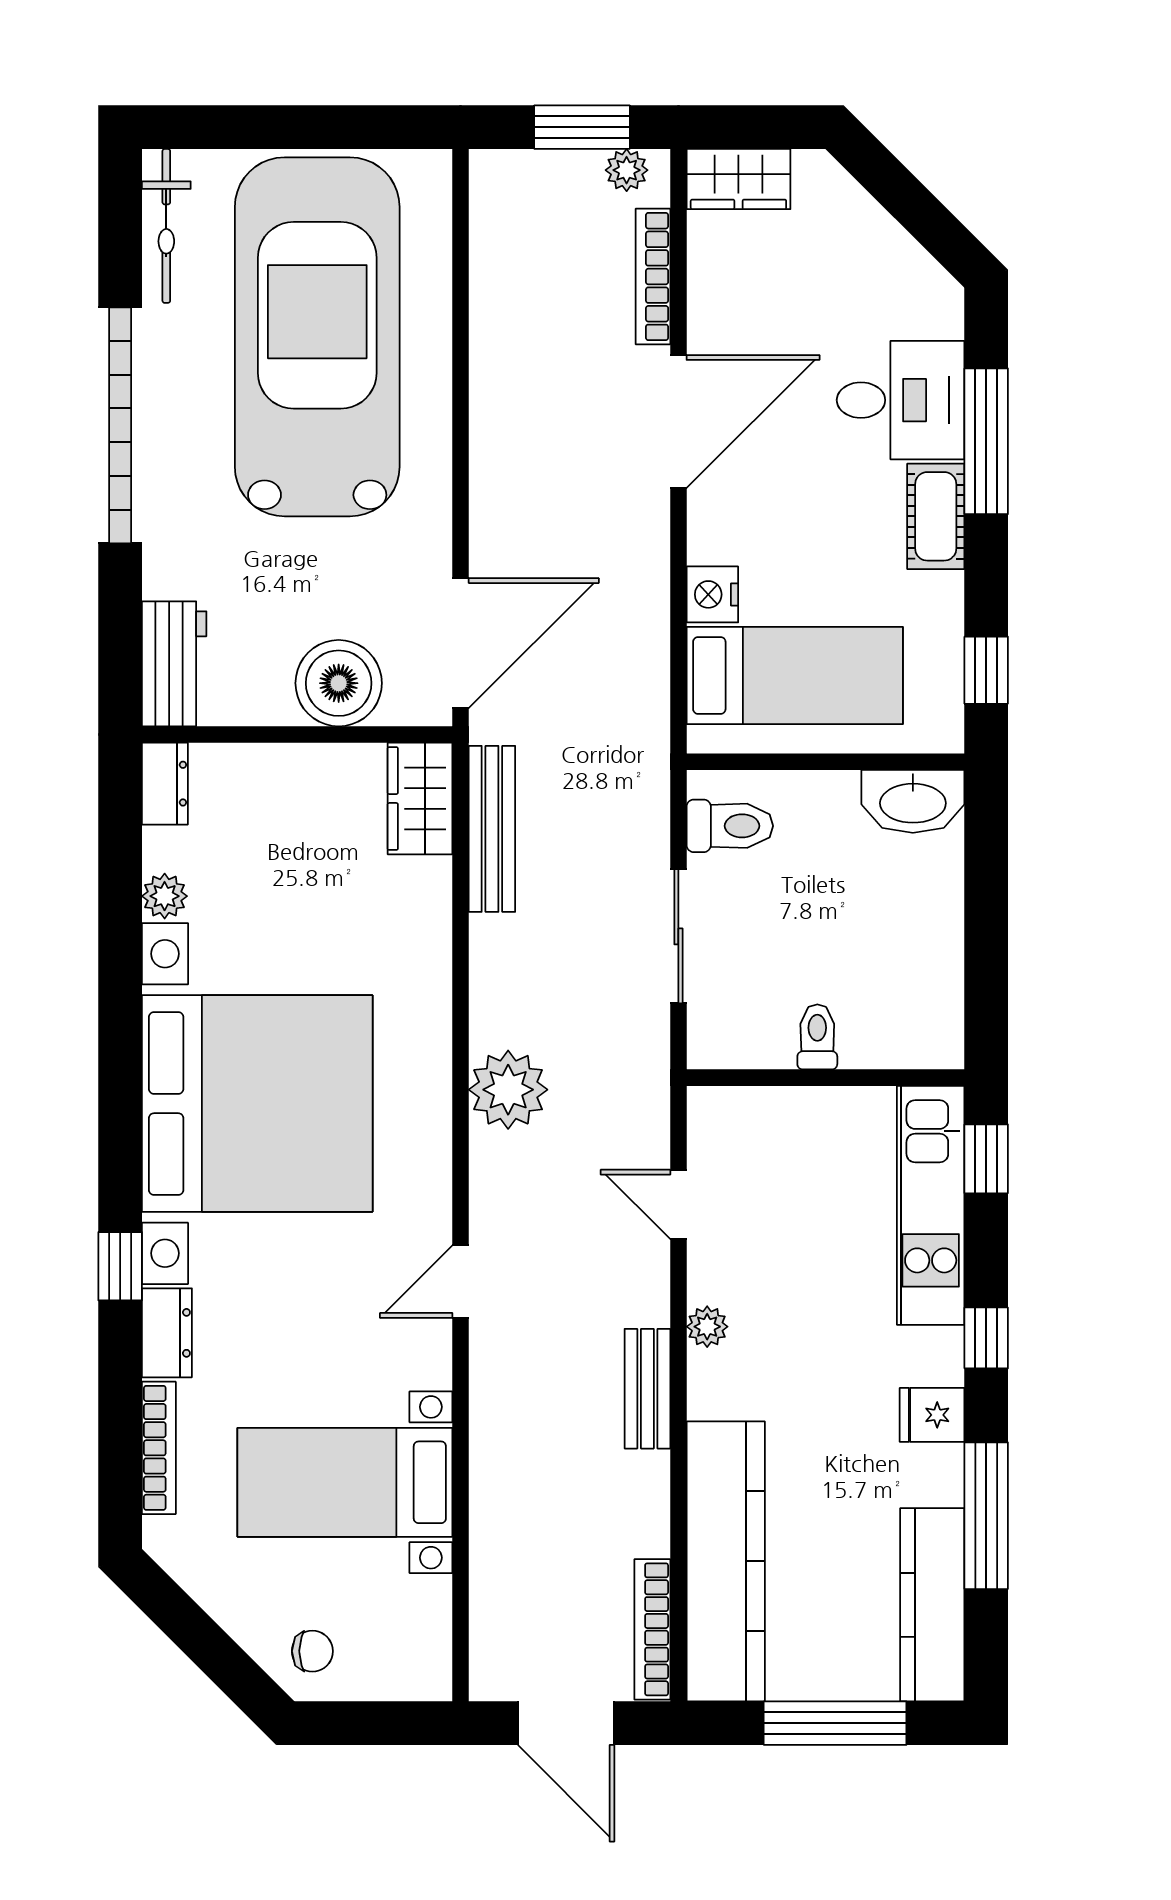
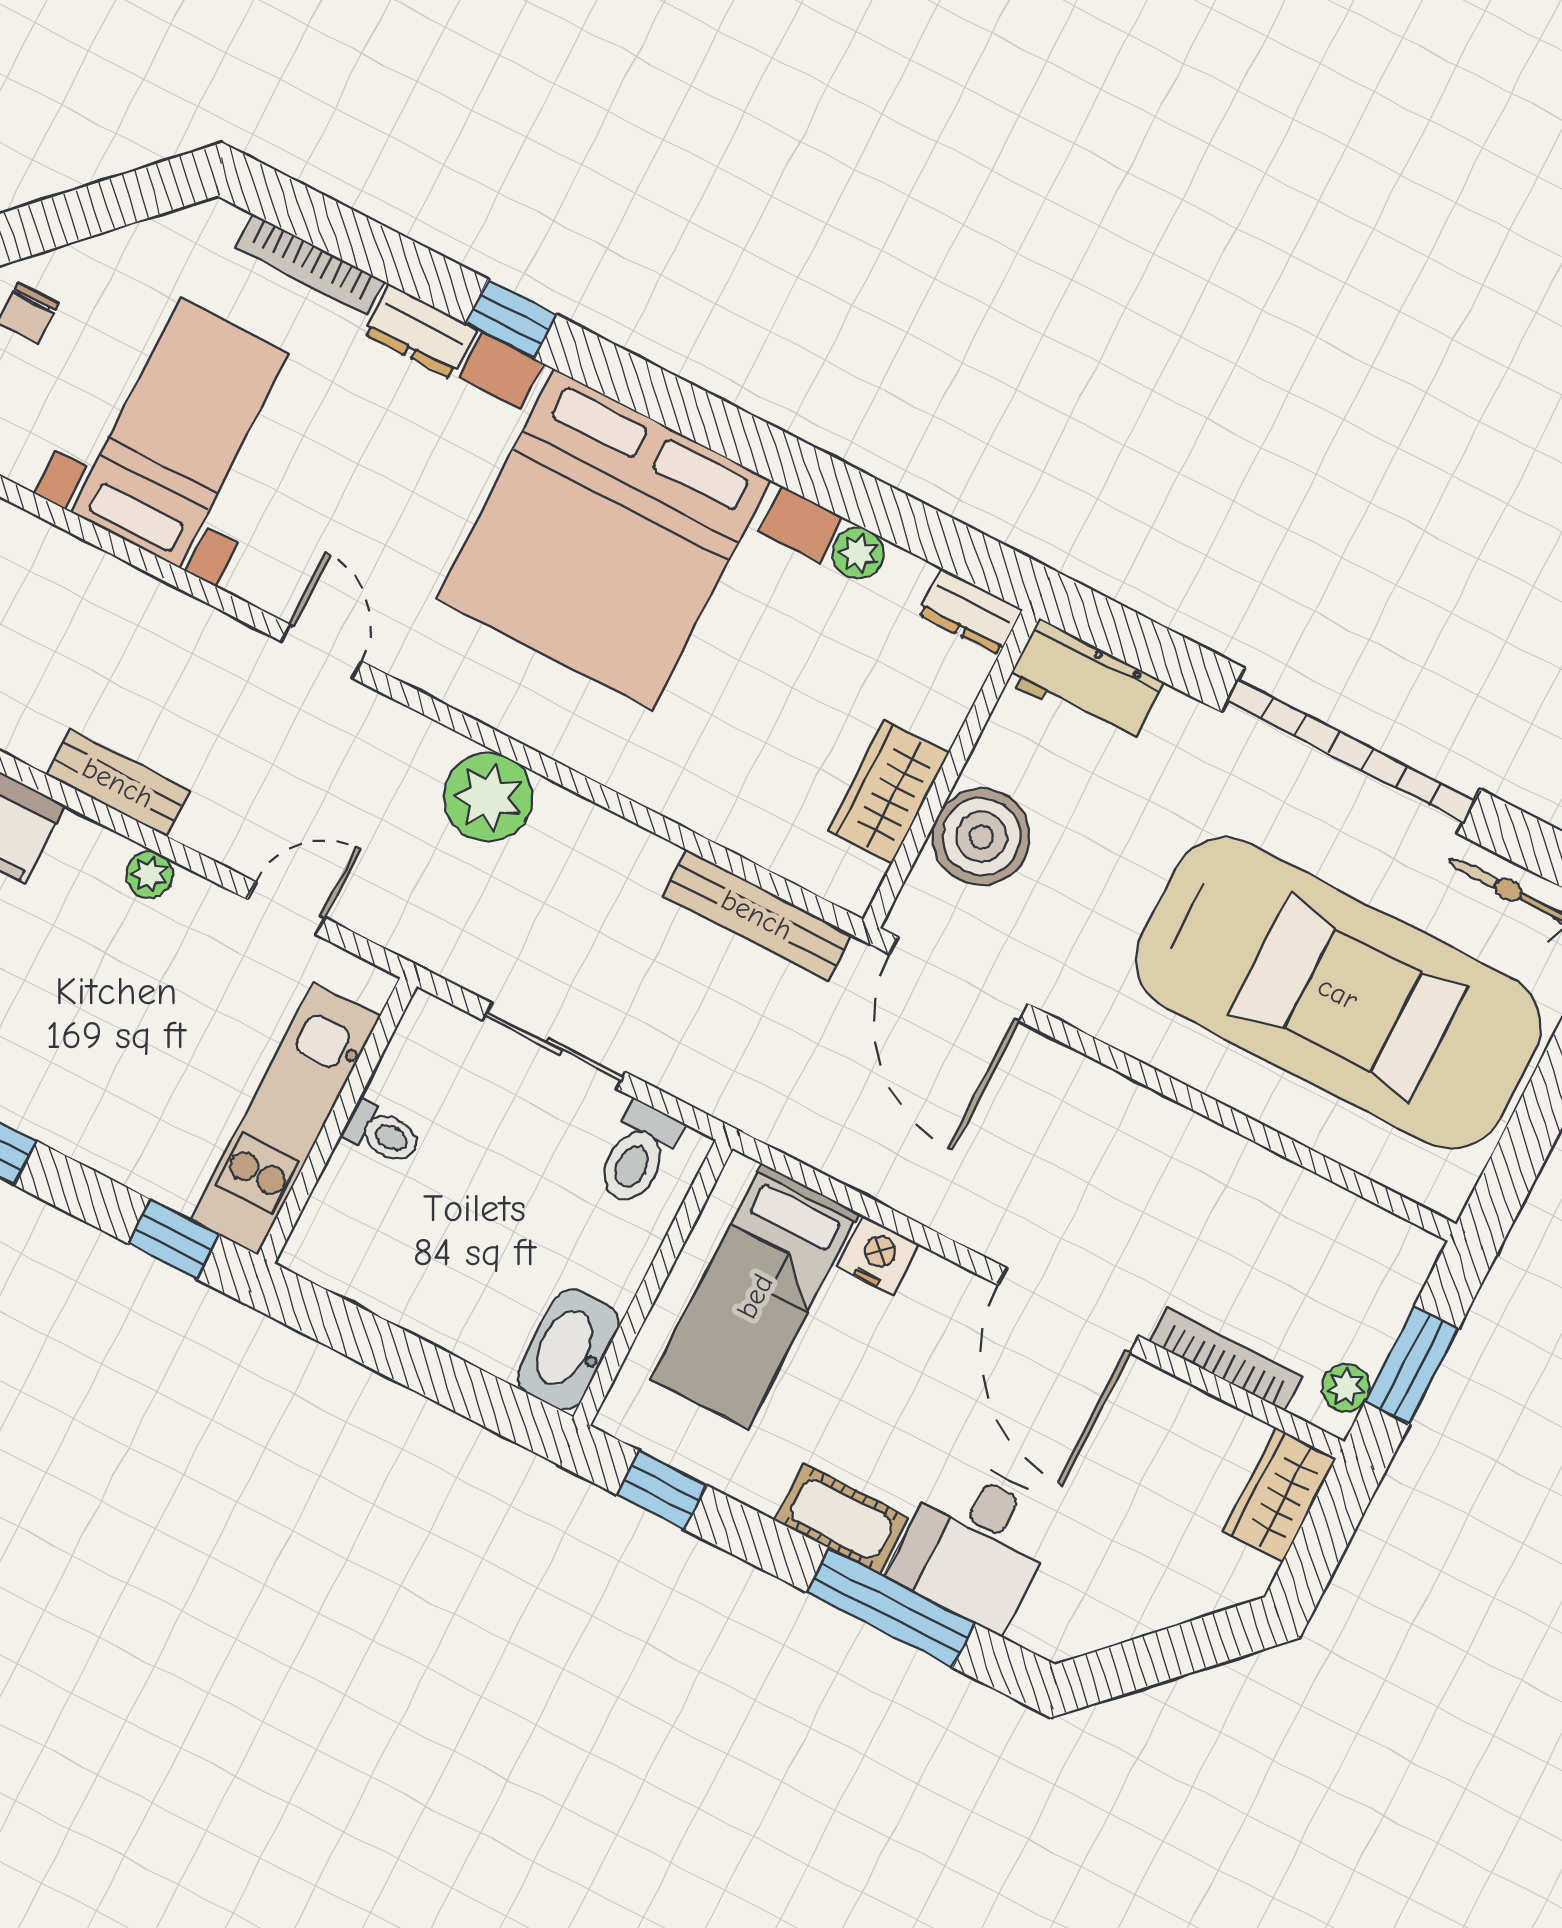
wardrobe: (420, 799) -> (888, 792), moved, turned -90
kitchen unit: (931, 1205) -> (286, 1118), moved, turned -90

